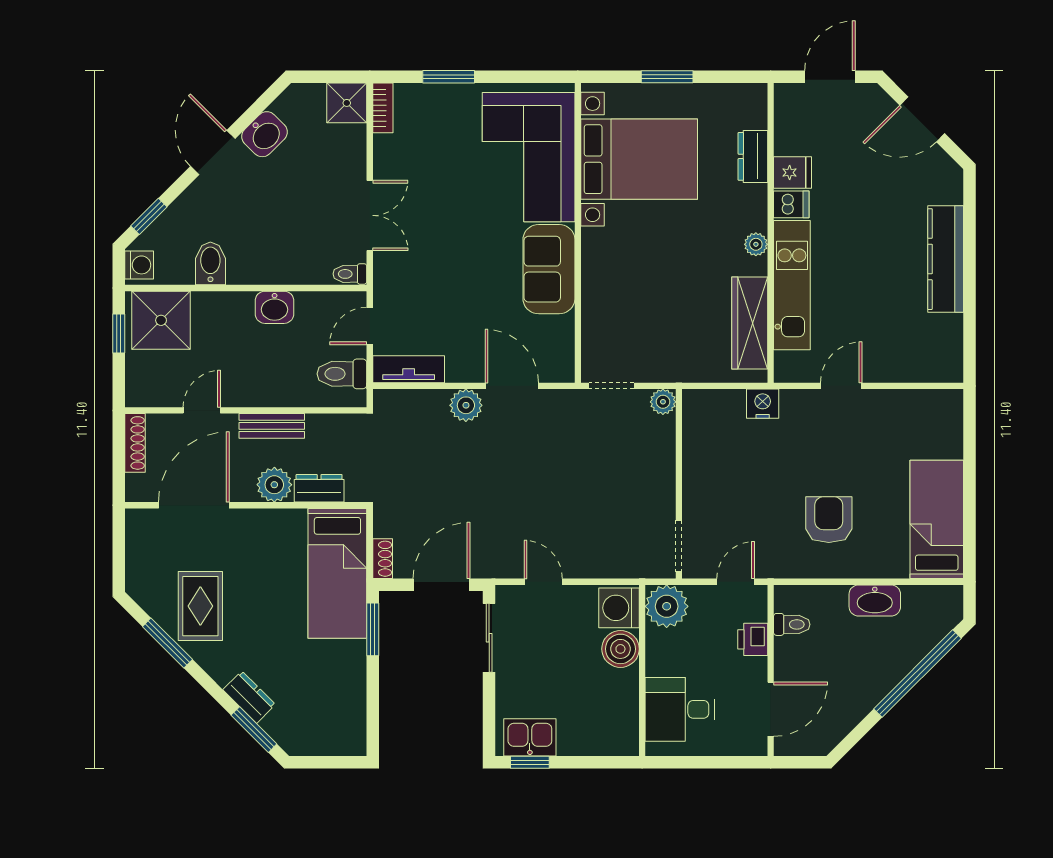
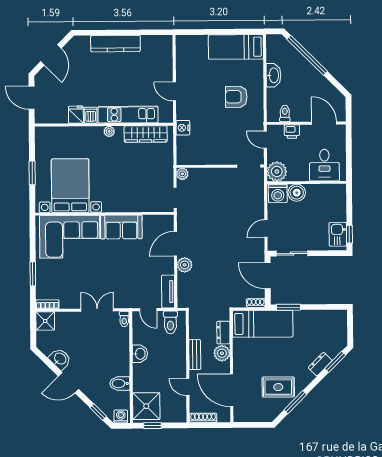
dresser: (753, 156) -> (69, 133), removed

